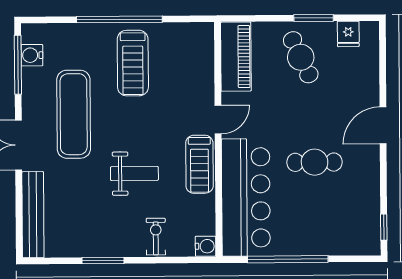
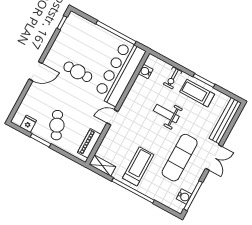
shelving: (191, 33) -> (102, 166), added
piano: (236, 57) -> (89, 143), width x0.73, depth x0.75
treadmill: (199, 164) -> (197, 93), moved, turned -90
water cooler: (206, 246) -> (146, 71), moved

